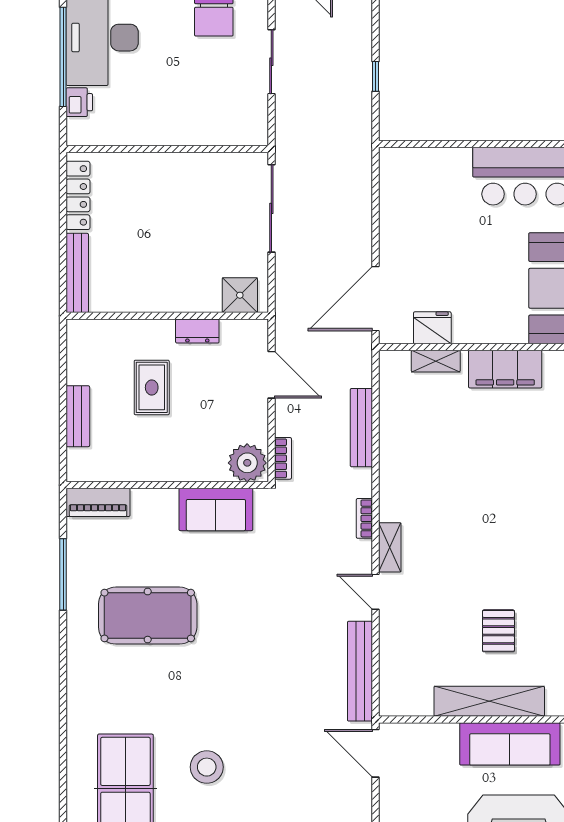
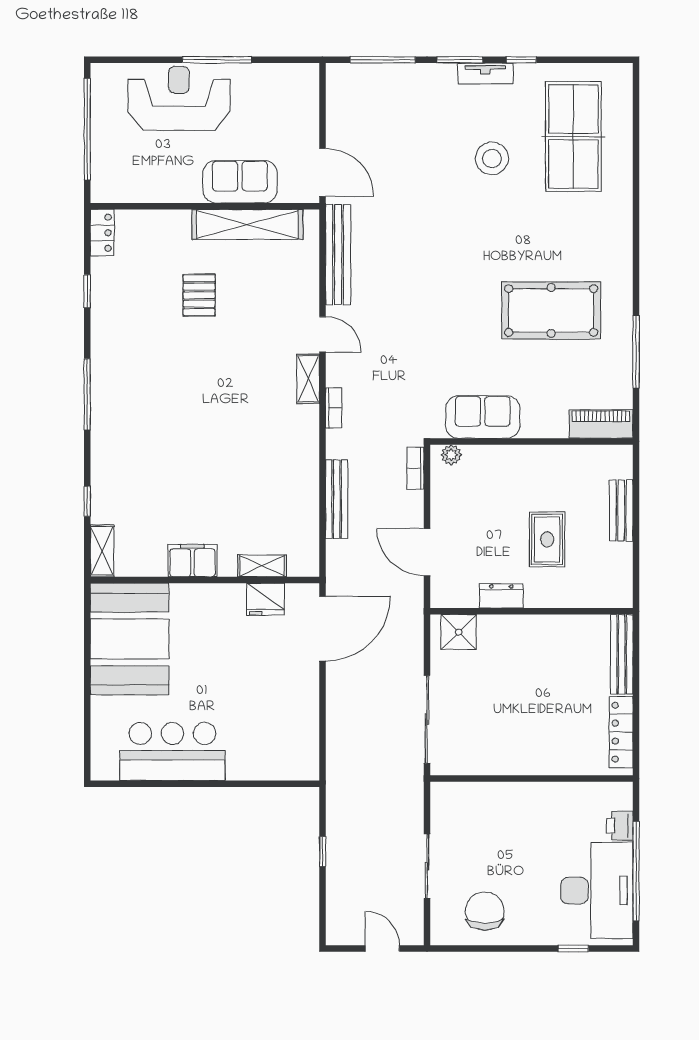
filing cabinet: (505, 369) -> (192, 561), width x0.67, depth x0.86
plant: (247, 463) -> (451, 455), width x0.53, depth x0.53
shelving: (489, 701) -> (247, 224), moved
sofa: (510, 744) -> (240, 182), moved, width x0.73

